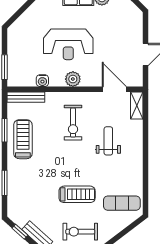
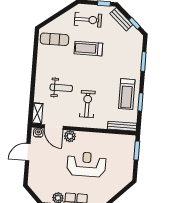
plant: (73, 79) -> (70, 136), moved
water cooler: (42, 81) -> (38, 133), moved
weight bench: (108, 141) -> (61, 88), turned -90

